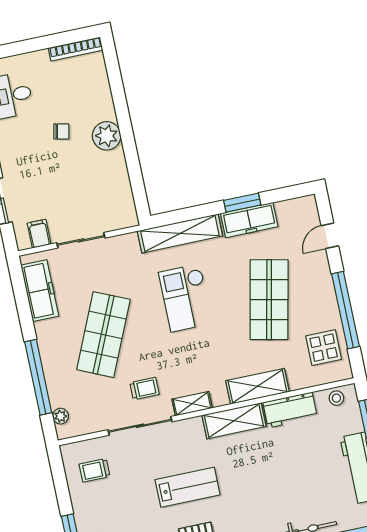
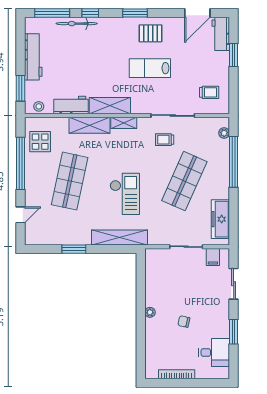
bookcase: (76, 49) -> (177, 374), moved
plant: (107, 136) -> (150, 312), width x0.53, depth x0.53
freezer: (249, 220) -> (72, 237), removed
shelving: (192, 404) -> (124, 123), moved

